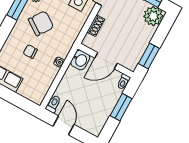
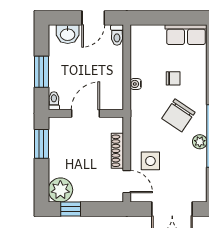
shoe rack: (96, 26) -> (117, 151), width x1.43
washbasin: (80, 60) -> (68, 34), moved, turned -90
door: (64, 125) -> (93, 18), hinge flipped

